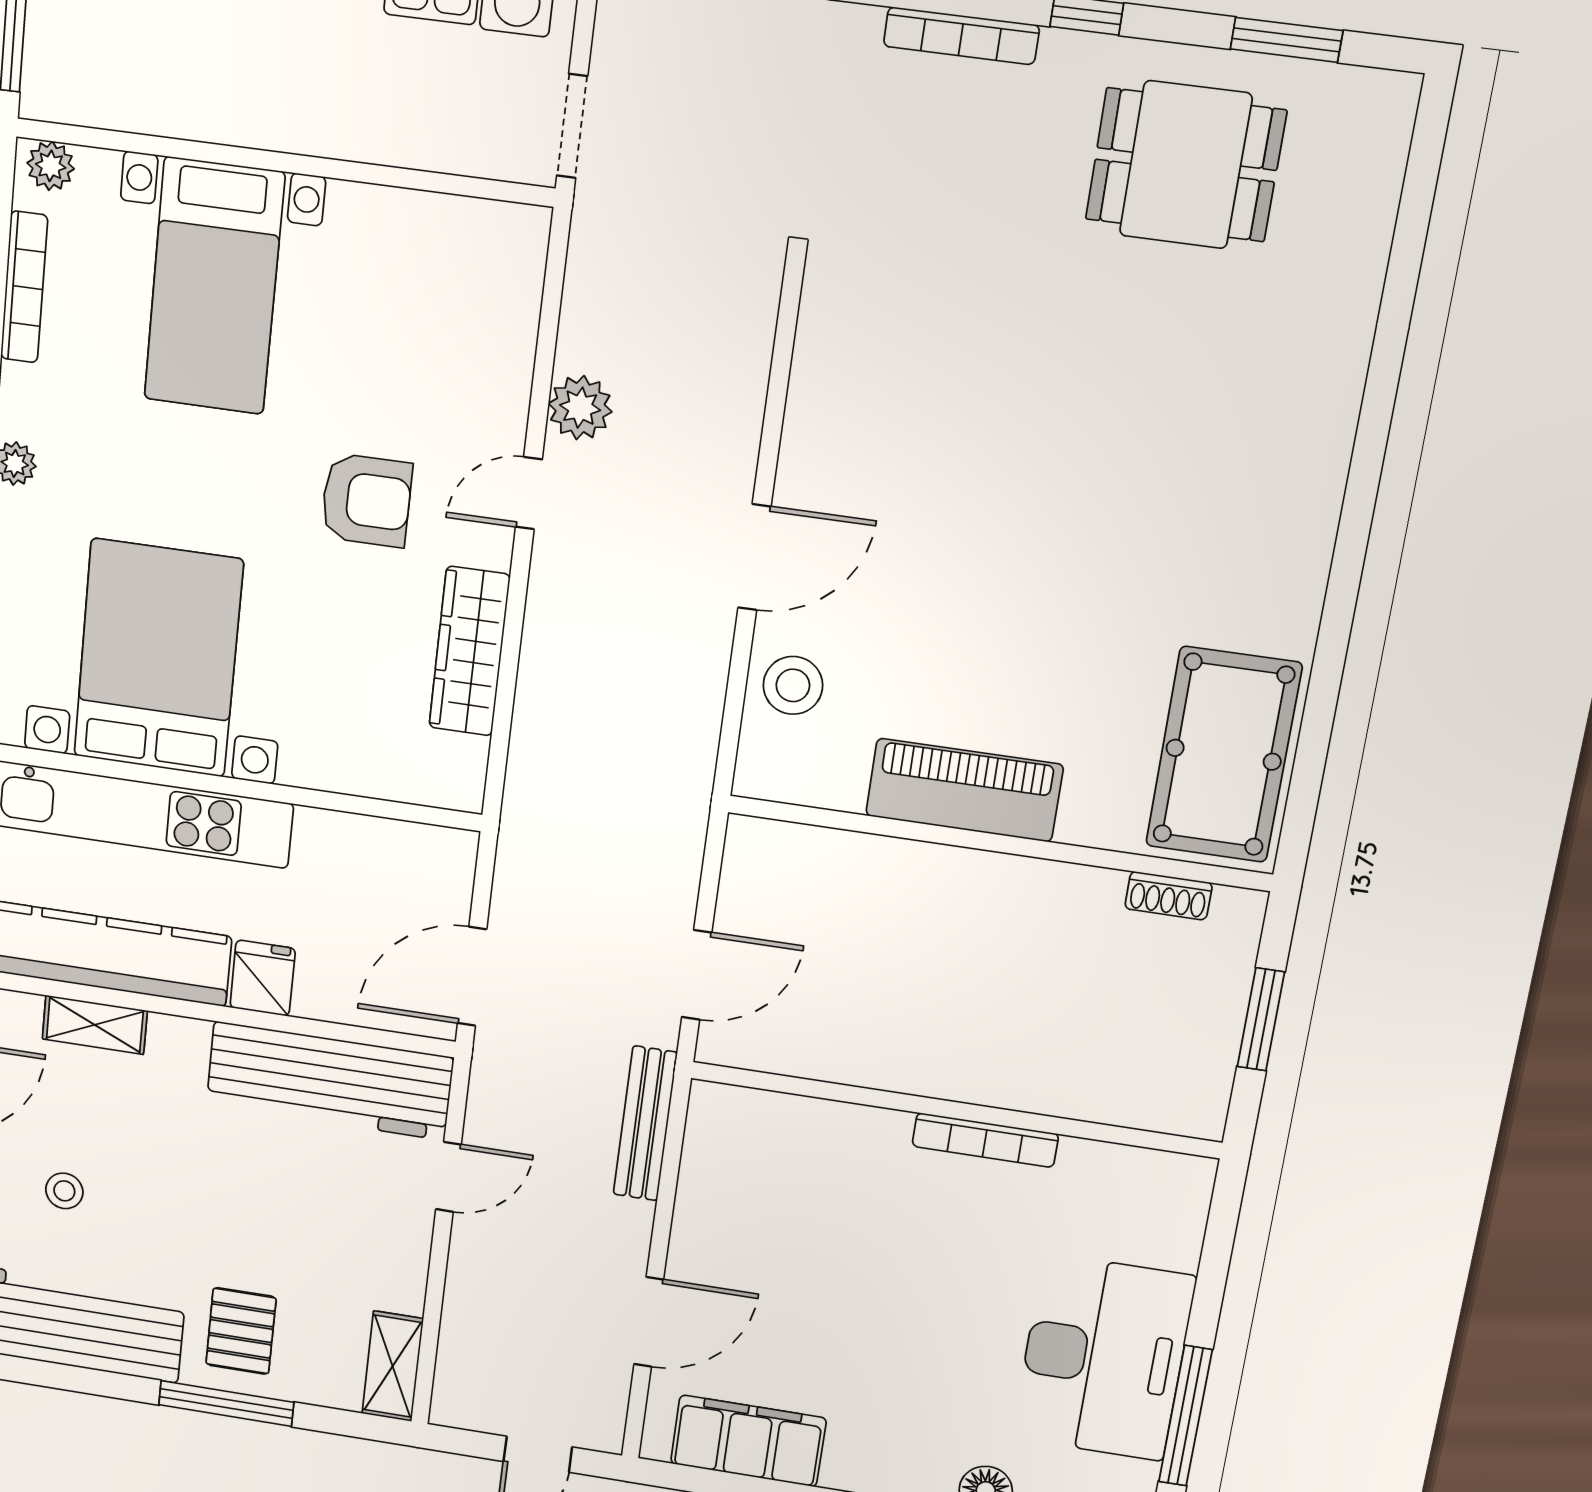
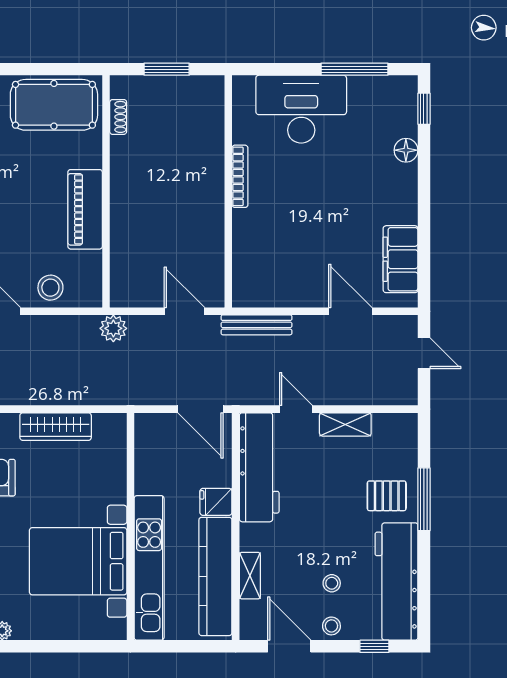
plant: (679, 813) -> (113, 328), added
desk: (1103, 1357) -> (301, 109), moved
shelving: (393, 1366) -> (345, 424), moved

